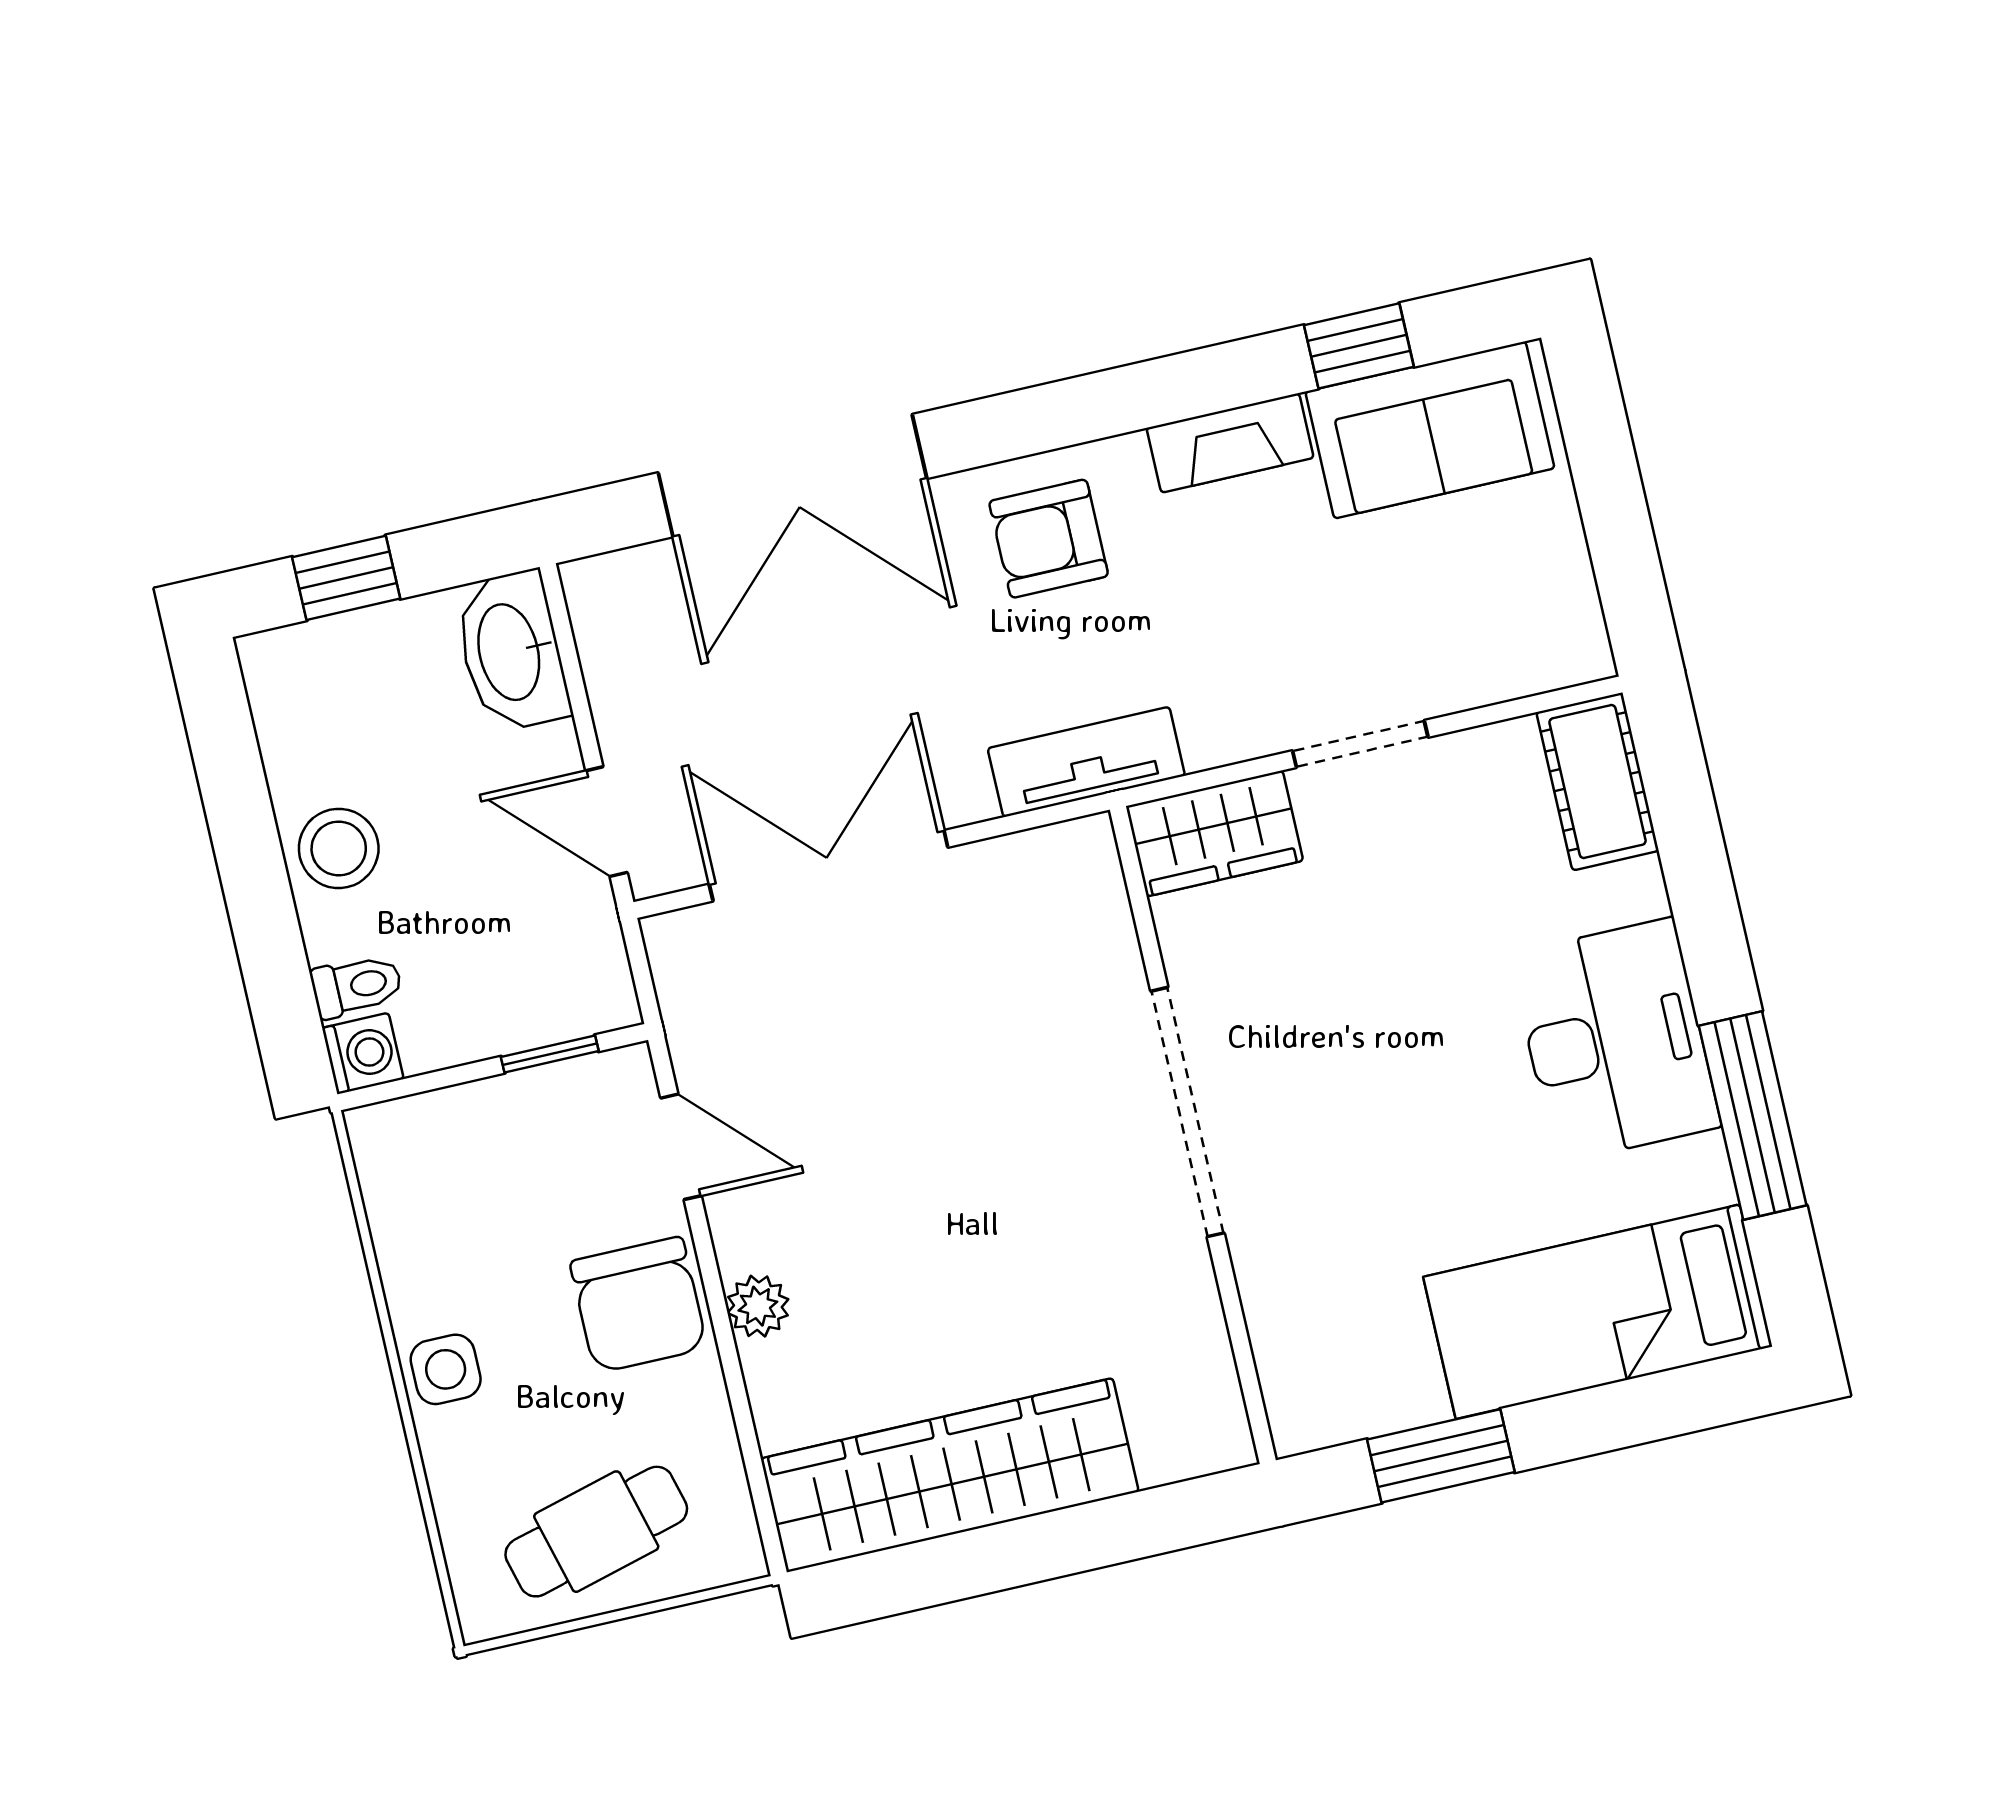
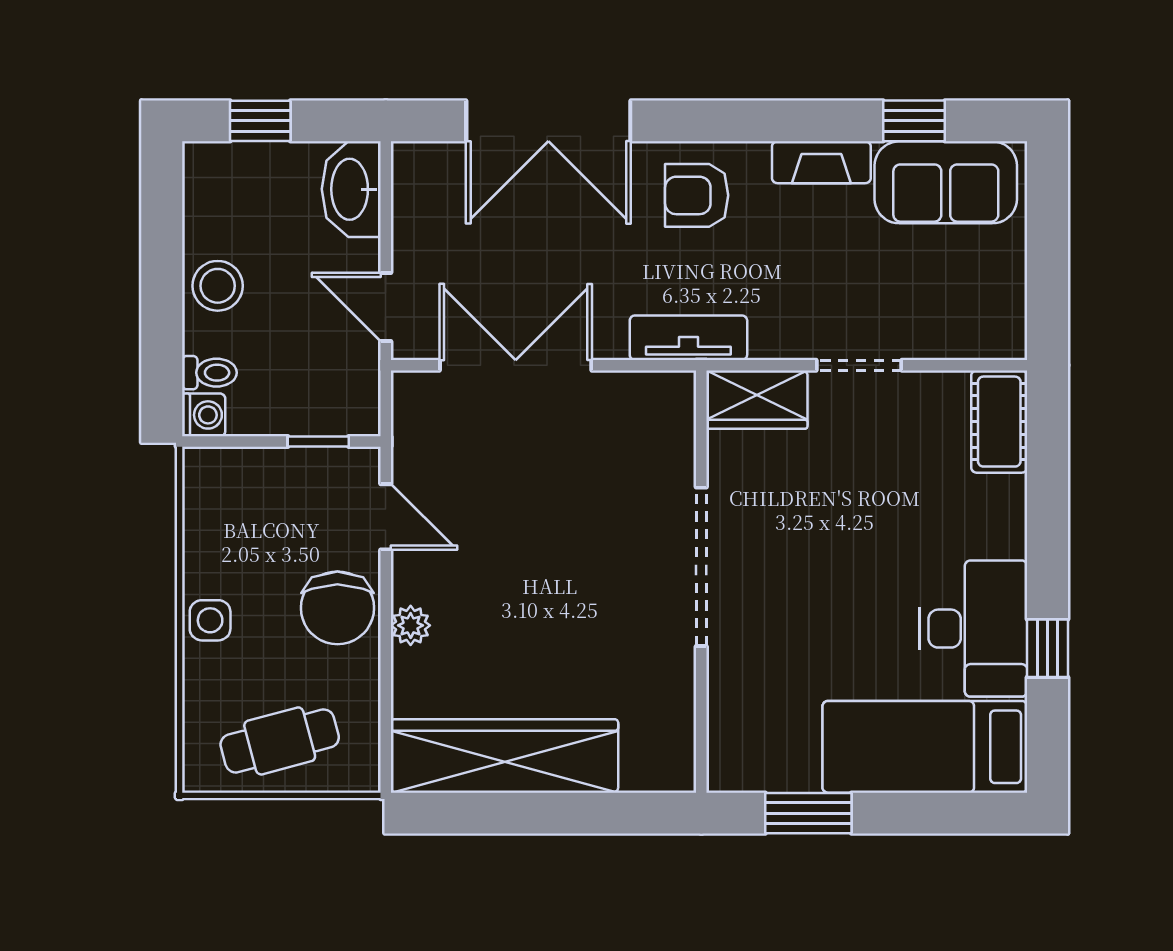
desk: (1615, 1040) -> (974, 629), moved
window: (1753, 1116) -> (1047, 648), width x0.46

